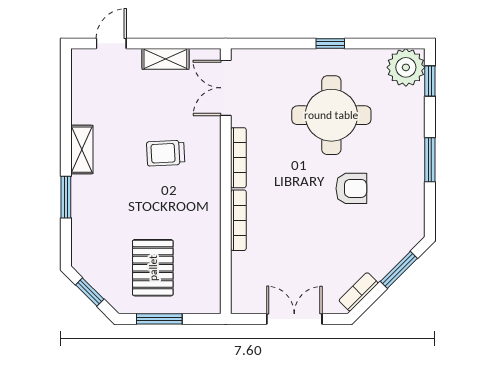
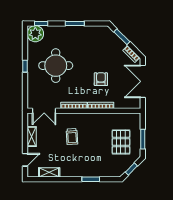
door: (111, 43) -> (25, 160), swing flipped
shelving: (82, 150) -> (49, 172), moved
armchair: (351, 188) -> (101, 79), moved
pallet: (153, 268) -> (121, 142), turned 90
double door: (294, 319) -> (143, 81), width x1.37

